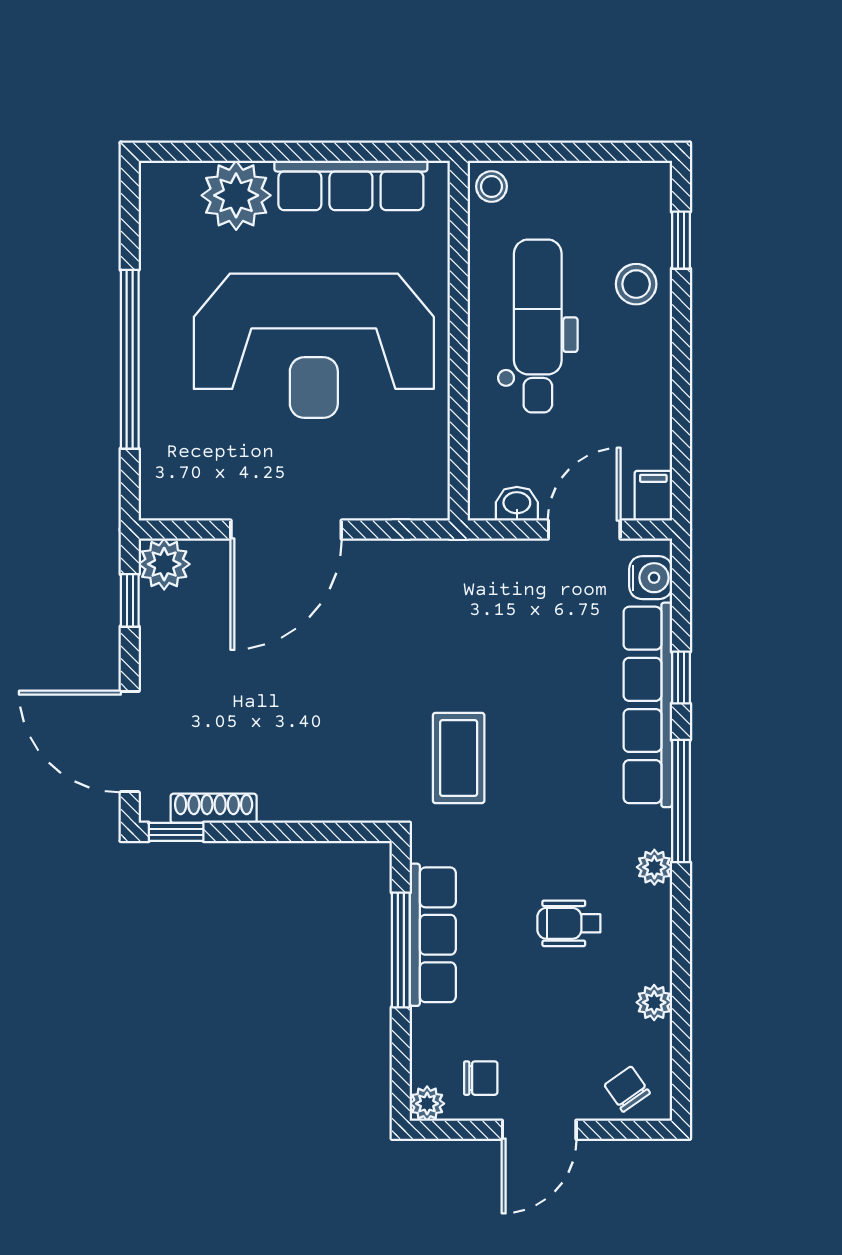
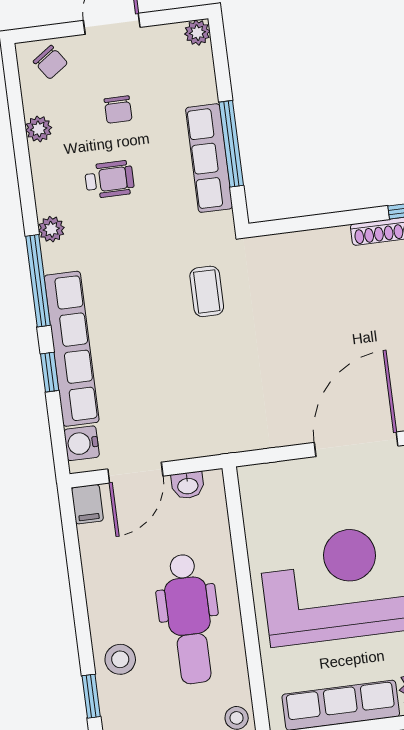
coffee table: (459, 758) -> (207, 291), width x0.73, depth x0.77
chair: (481, 1078) -> (118, 110), moved, turned -90

